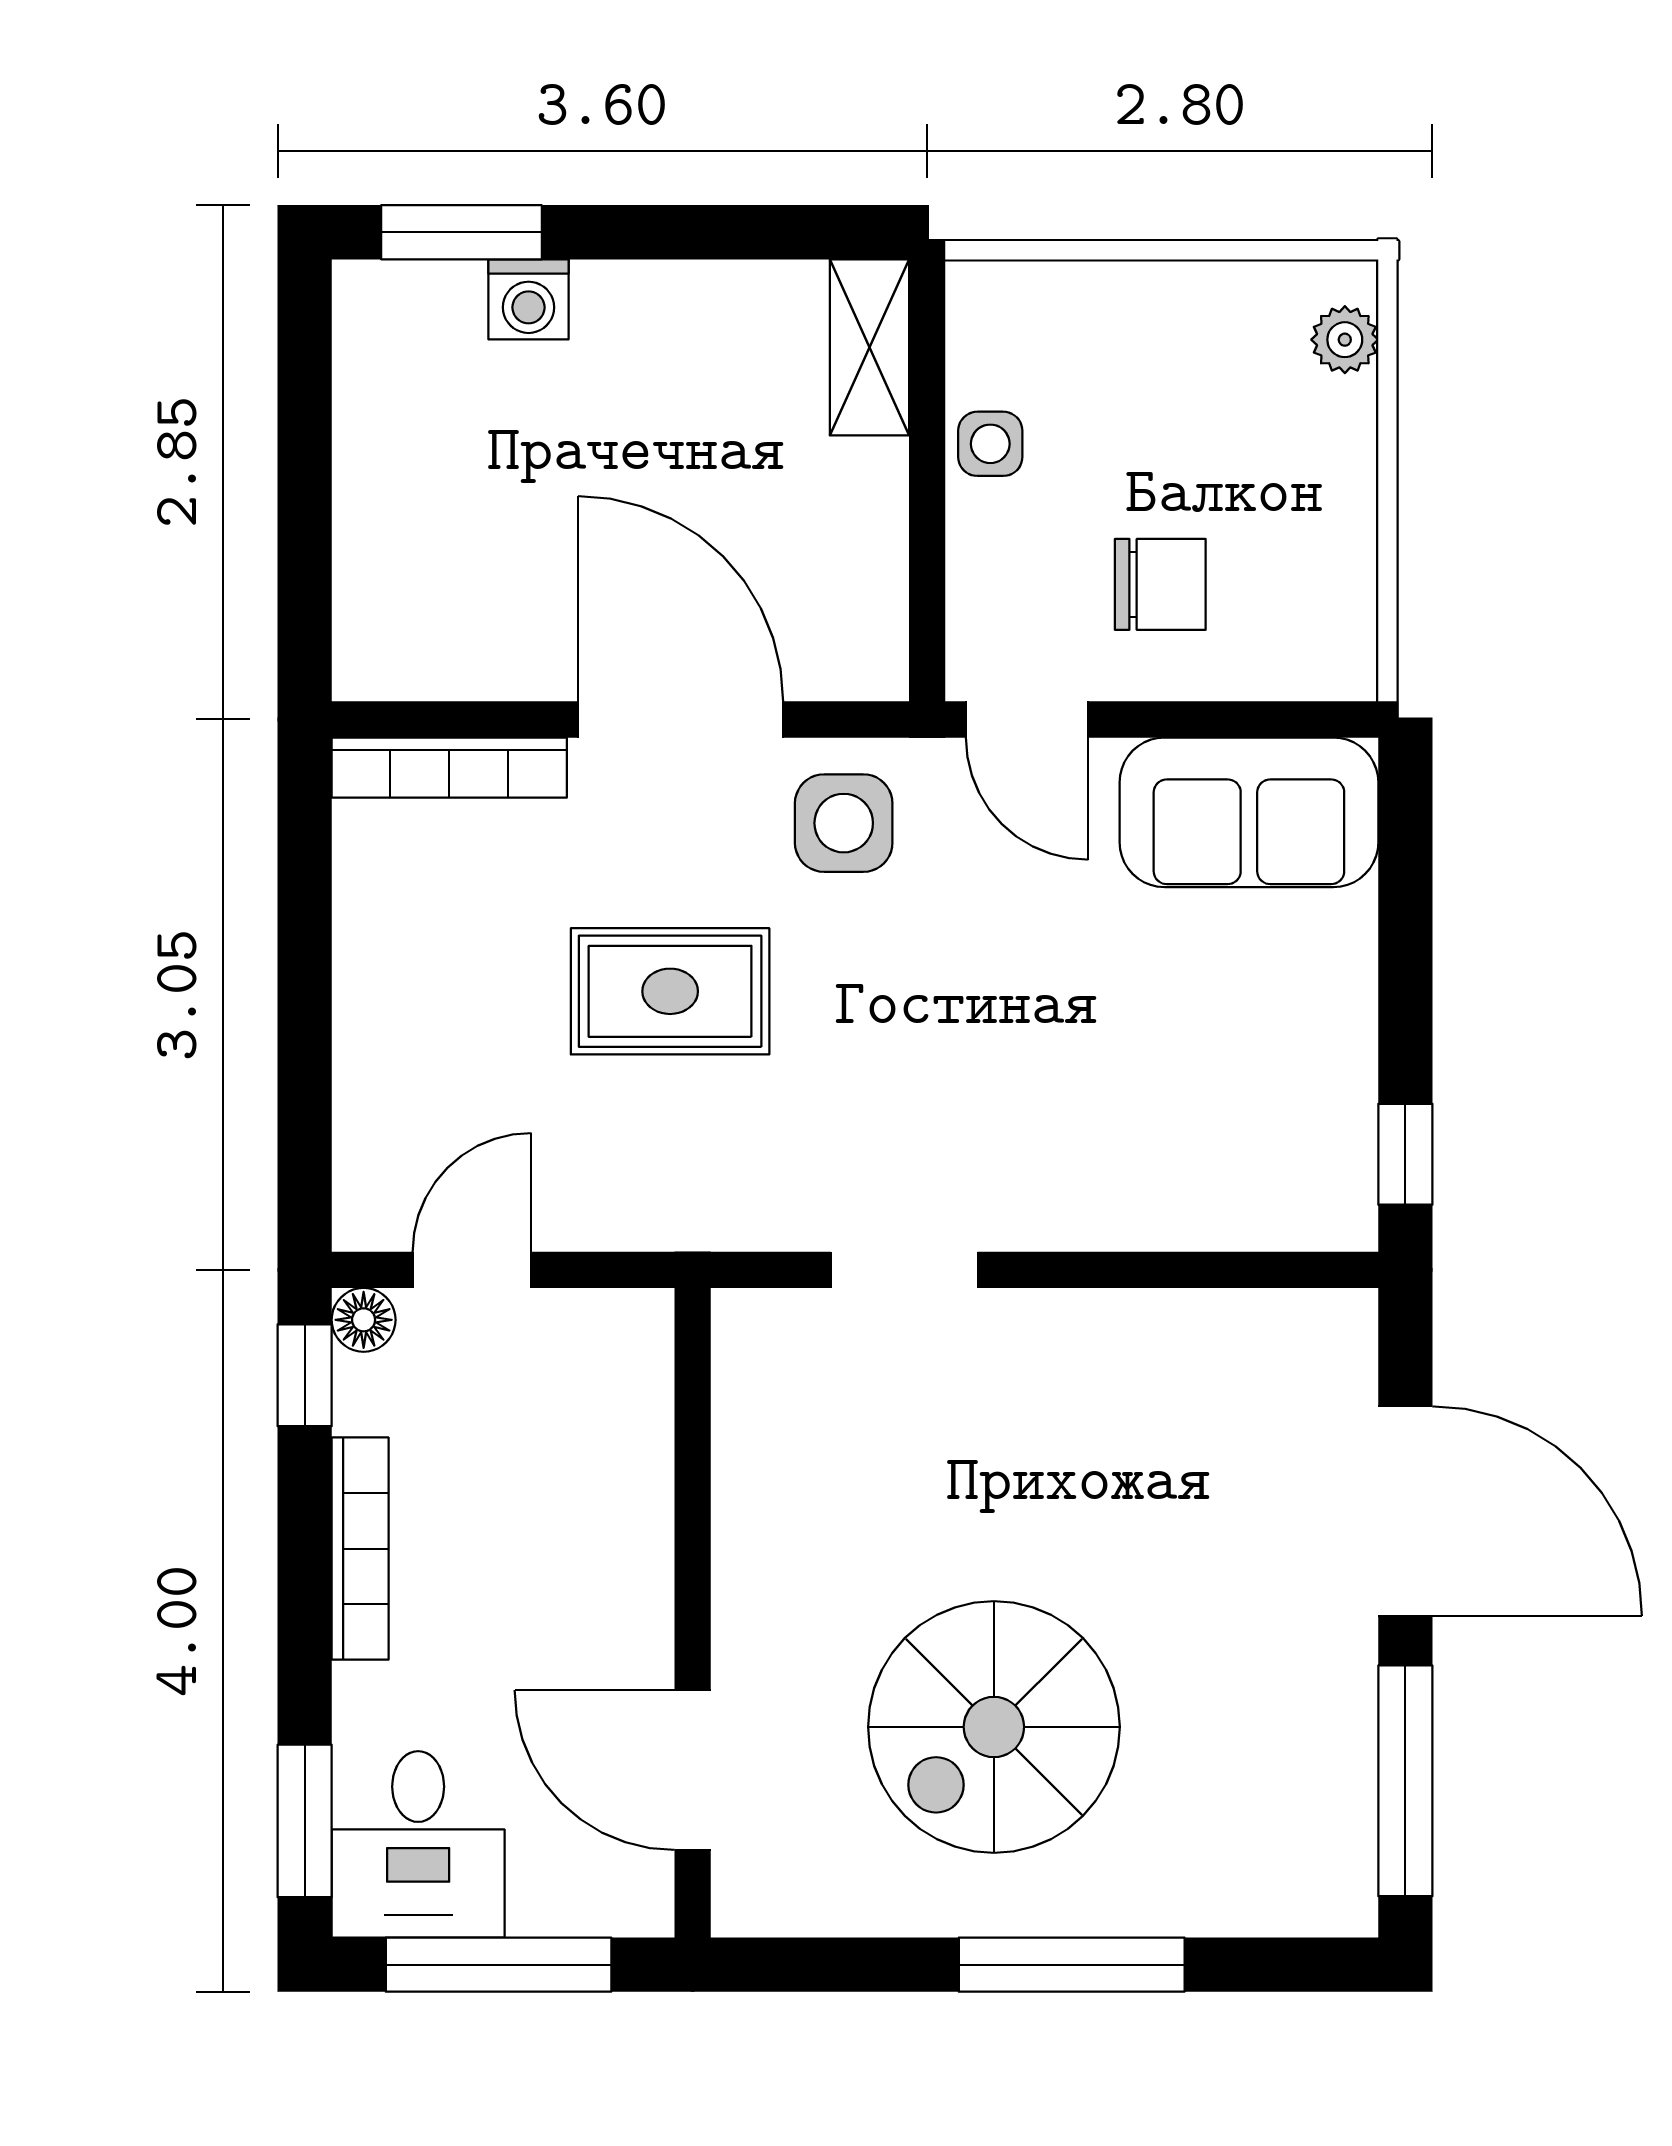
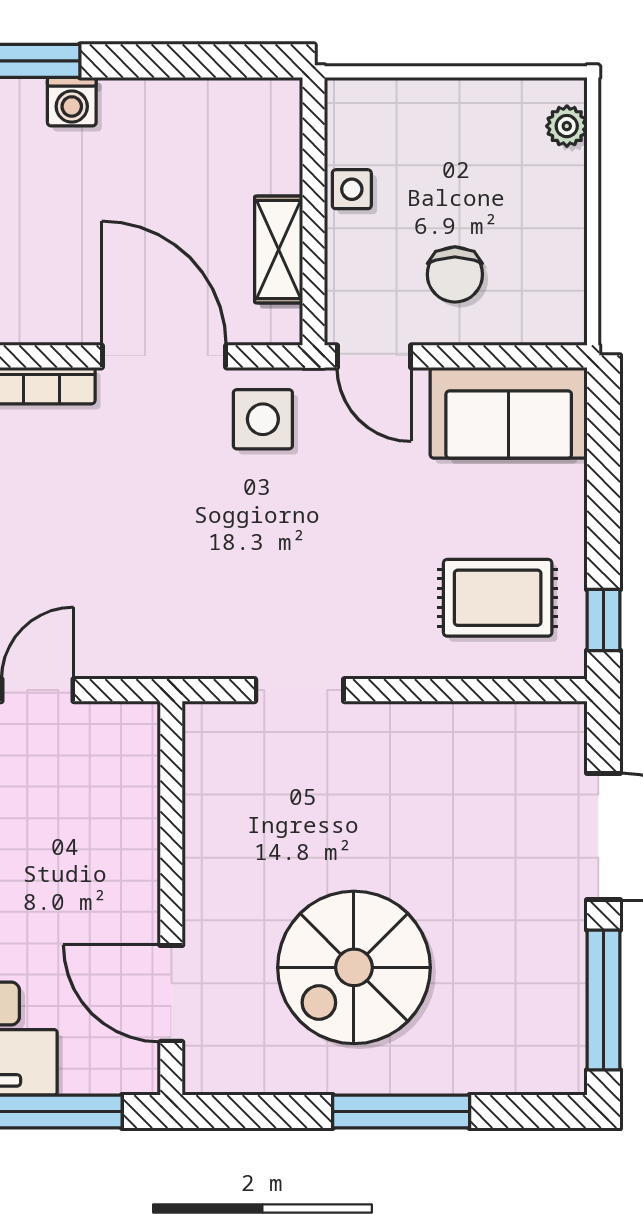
shelving: (870, 347) -> (279, 249), moved
chair: (1160, 584) -> (455, 274), turned 90
rug: (670, 991) -> (498, 598), moved

